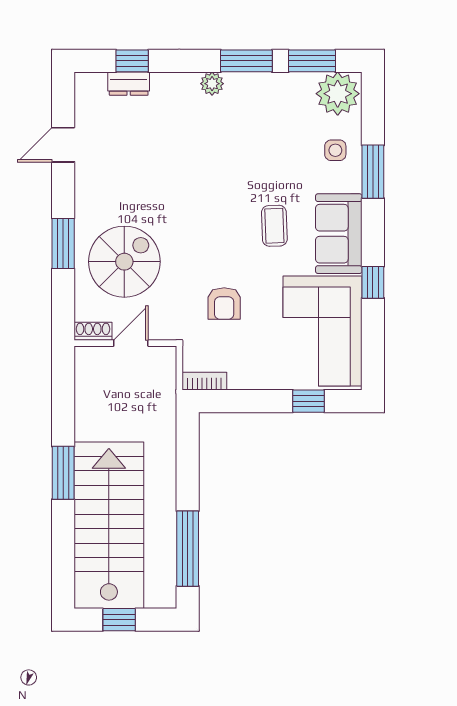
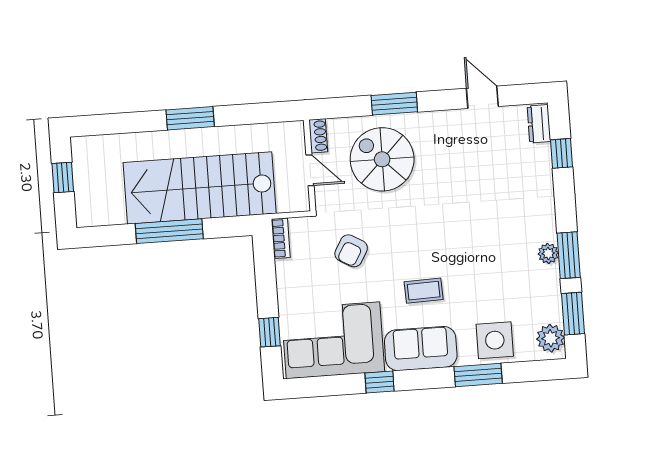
dresser: (129, 84) -> (539, 124), moved
plant: (212, 84) -> (548, 253), moved
plant: (338, 94) -> (551, 338), width x0.73, depth x0.73
side table: (335, 150) -> (495, 340), width x1.87, depth x1.87
spiral stairs: (124, 262) -> (382, 159), turned 180
armchair: (224, 304) -> (351, 251), turned -60
stairs: (109, 525) -> (200, 188), moved, turned 180
window: (188, 549) -> (169, 231), moved

